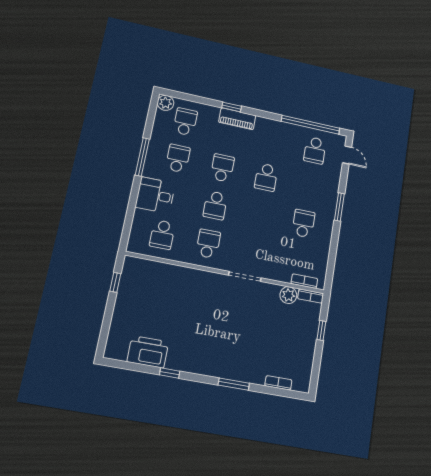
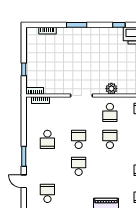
door: (347, 155) -> (24, 181), moved
school desk: (222, 168) -> (79, 139), moved, turned 180
plant: (288, 295) -> (111, 89), moved

